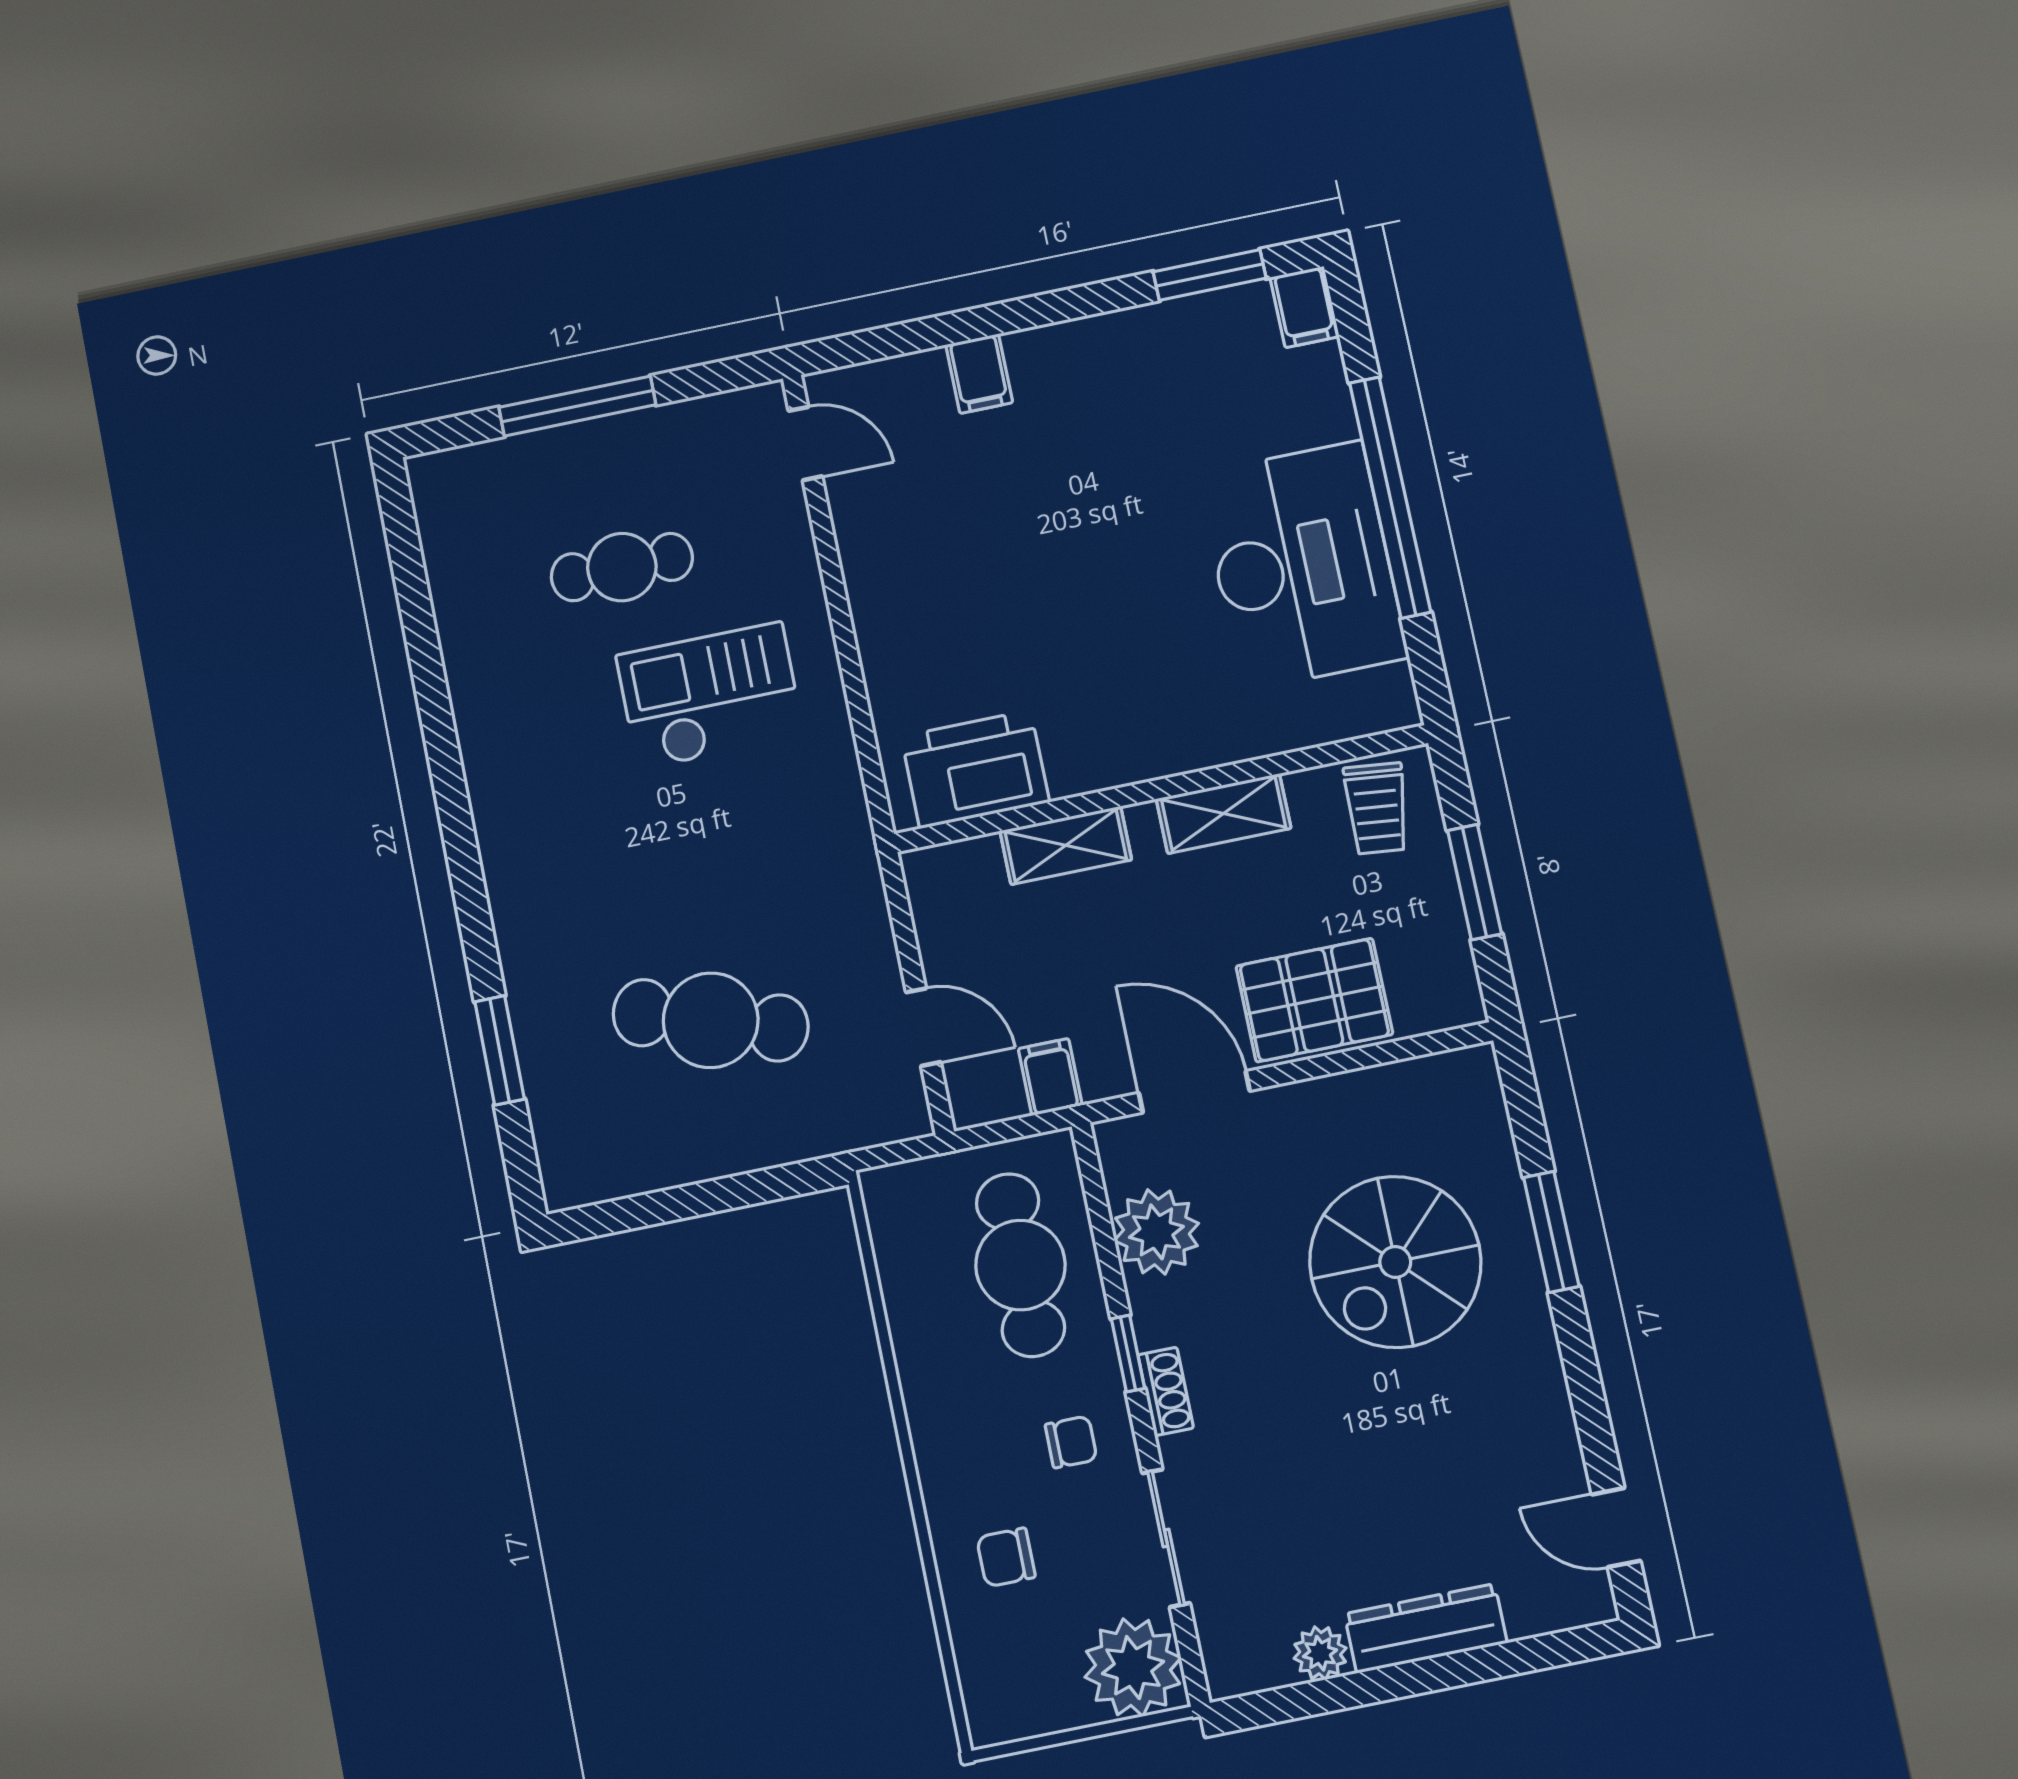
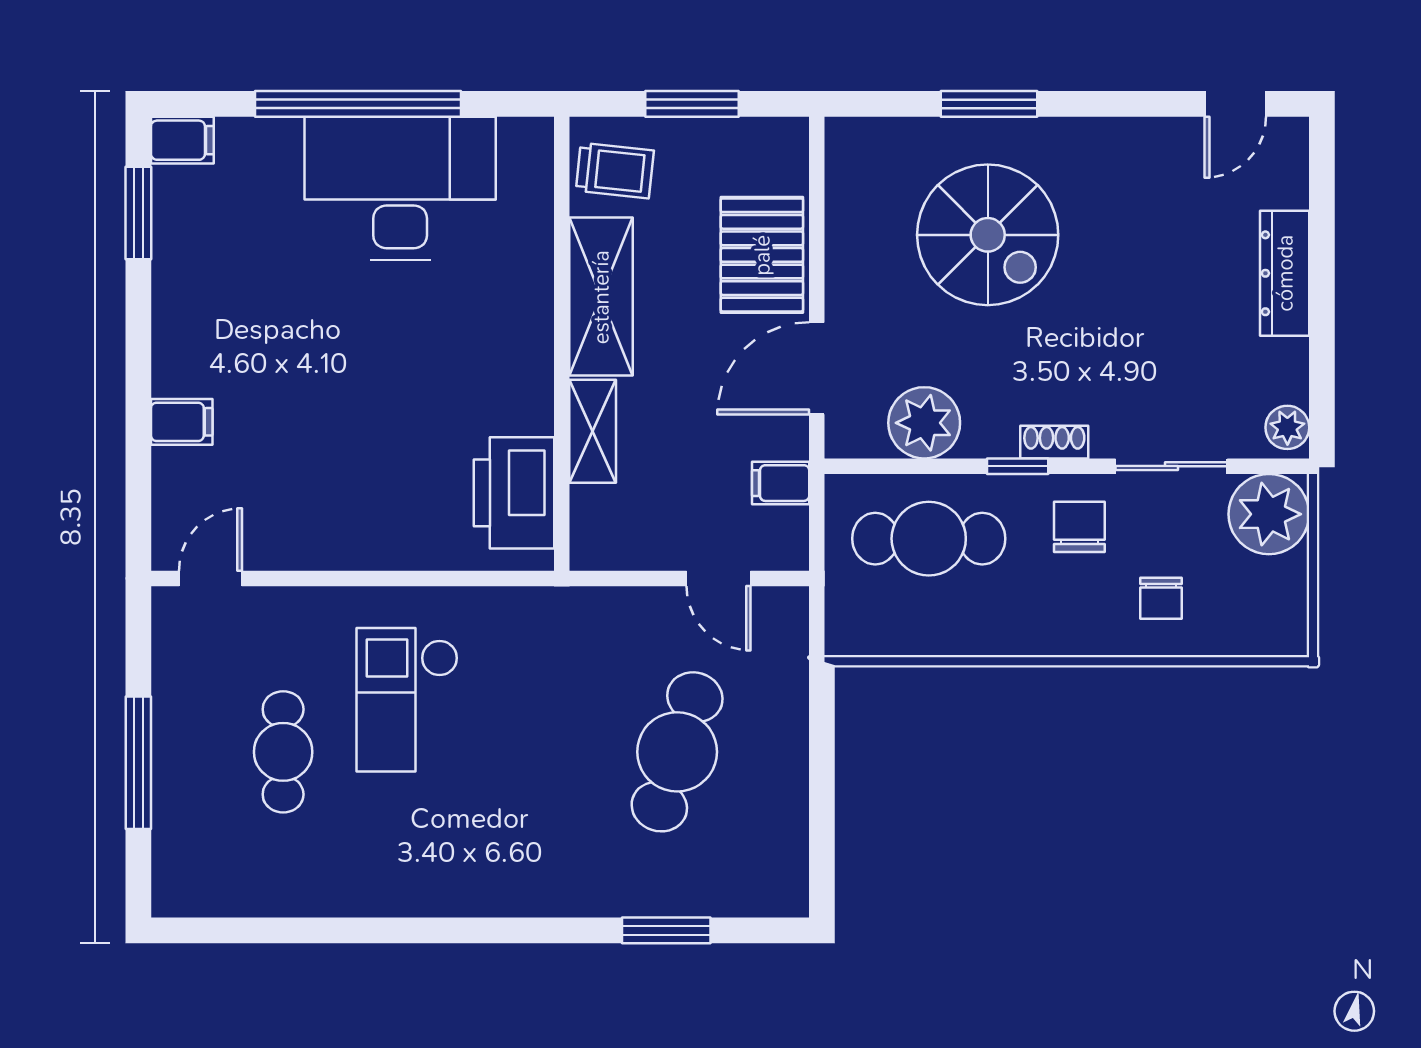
shelving: (1224, 814) -> (601, 297), width x1.50, depth x1.33
door: (923, 1027) -> (719, 578), swing flipped
chair: (1071, 1442) -> (1079, 527), width x1.37, depth x1.37
plant: (1320, 1653) -> (1287, 427), moved

